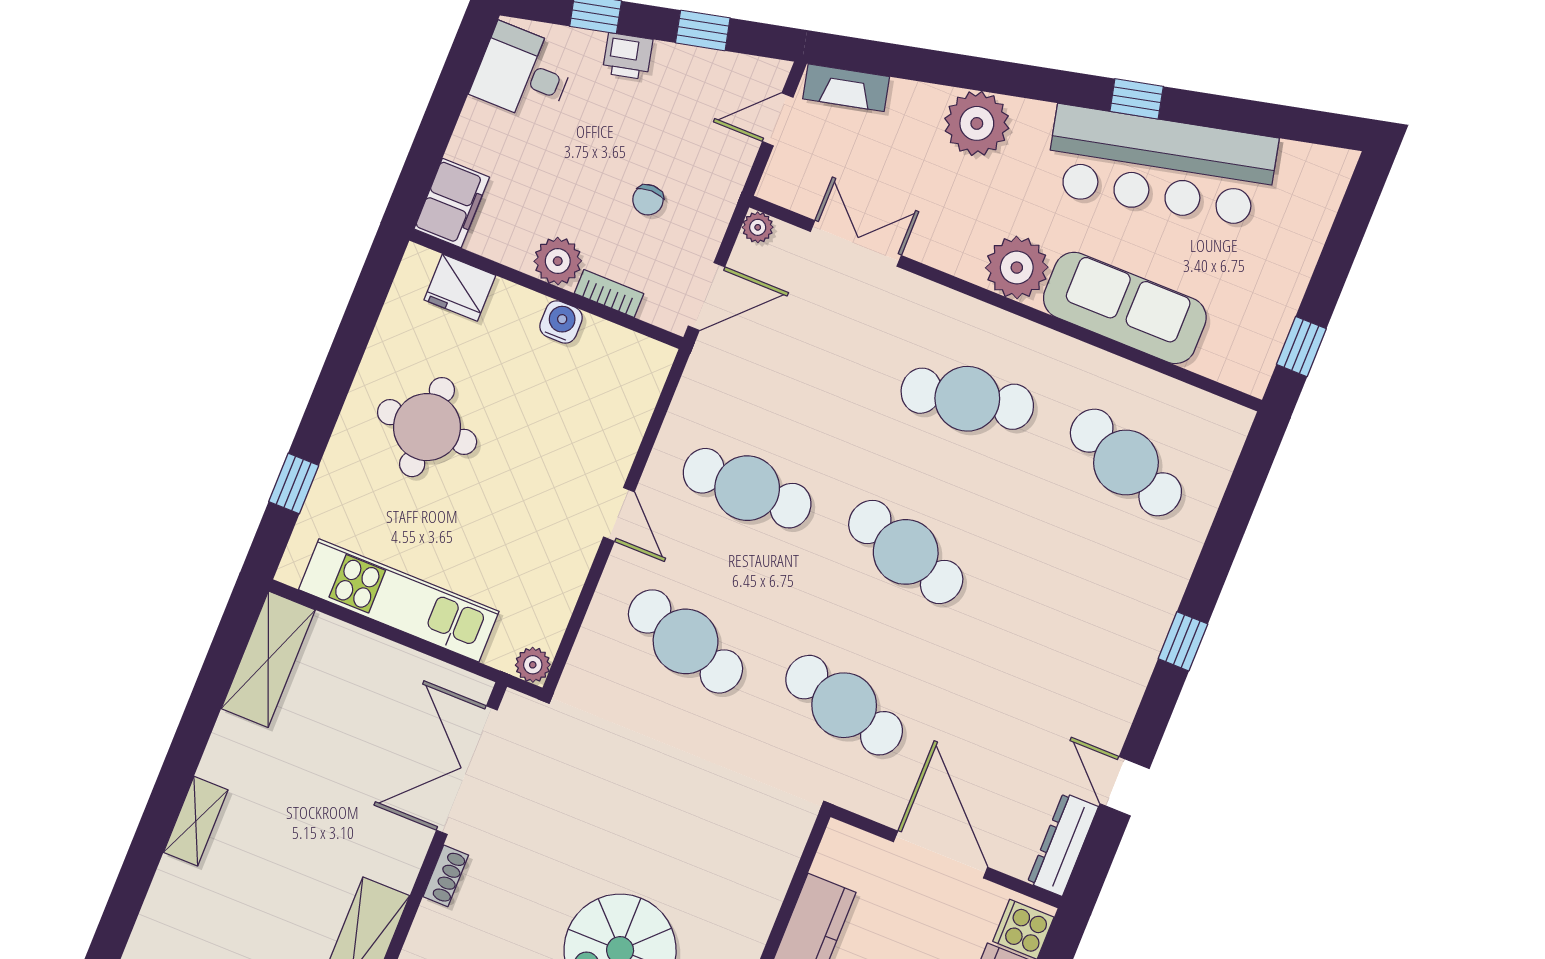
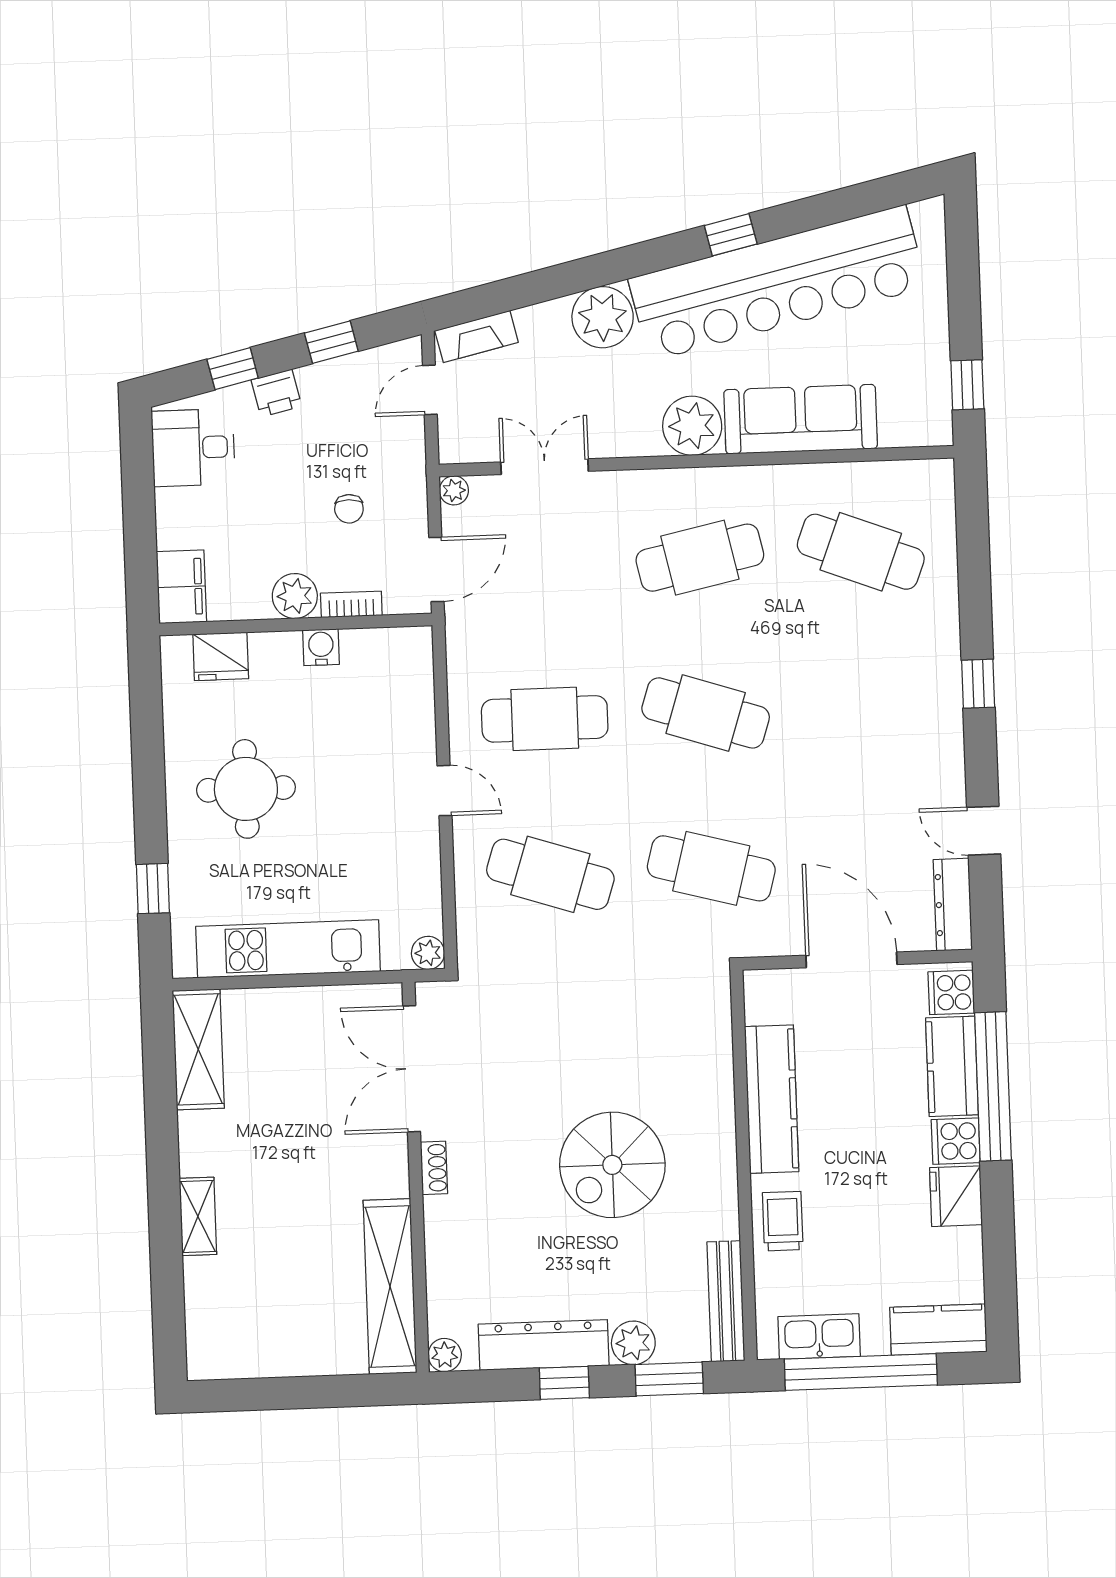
bar counter: (1161, 166) -> (778, 283), width x1.36

